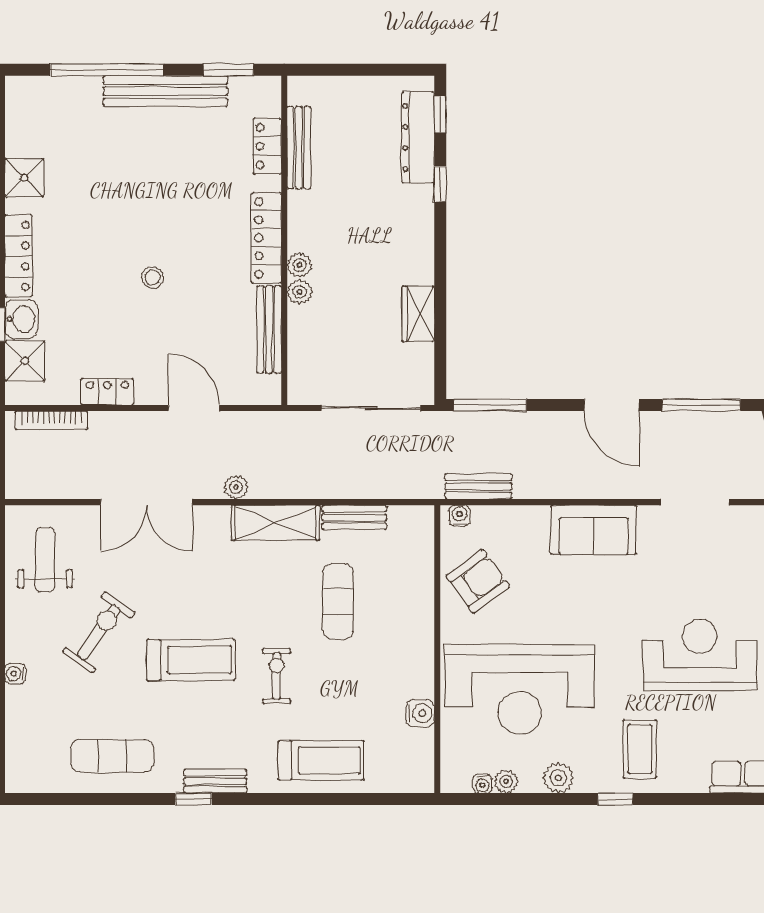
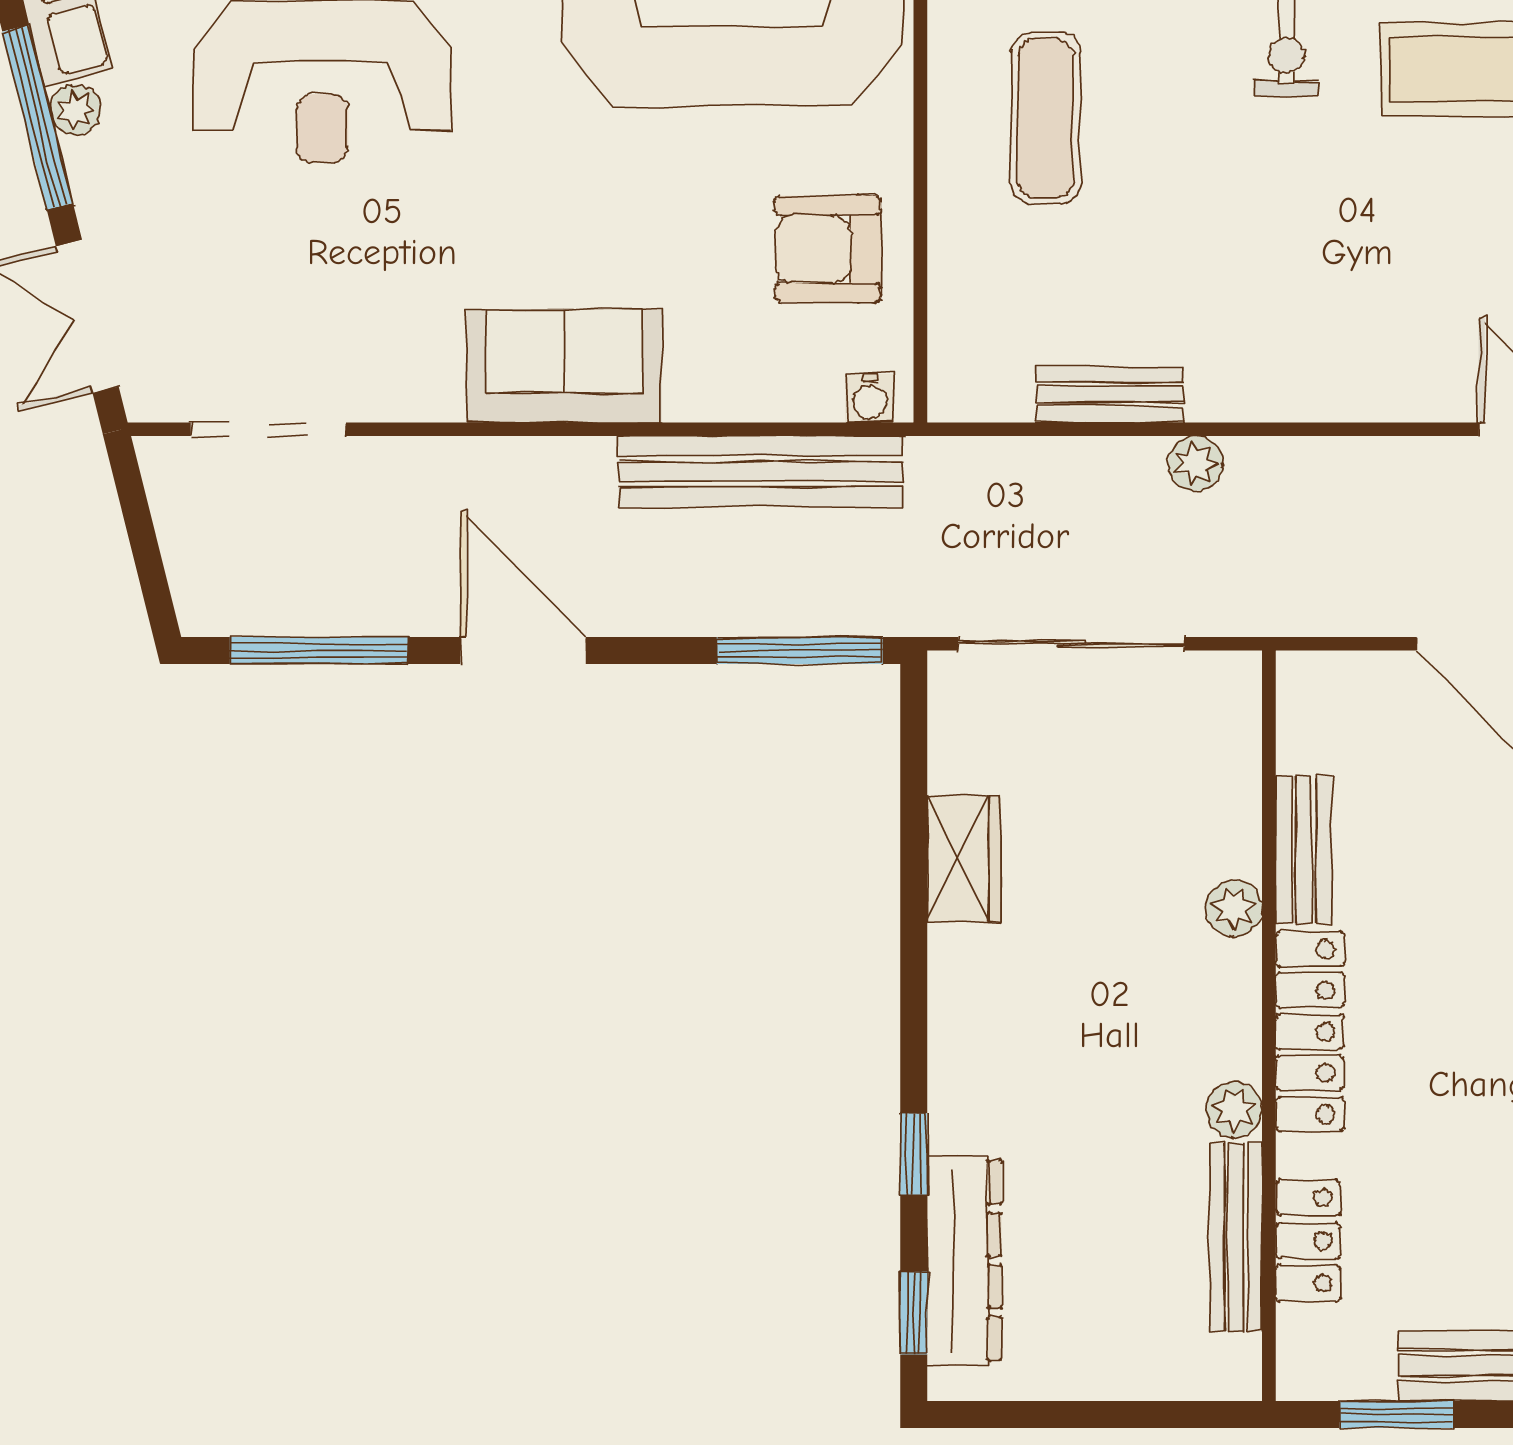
plant: (300, 265) -> (1234, 1110), moved
bench: (269, 329) -> (1304, 850), width x0.73
bench: (478, 486) -> (761, 471), width x1.86, depth x1.21
plant: (236, 487) -> (1196, 463), moved
doorway: (695, 502) -> (268, 429), moved
shelving: (276, 523) -> (1289, 383), removed
armchair: (478, 581) -> (828, 249), turned 36
exercise mat: (338, 602) -> (1045, 118), moved

